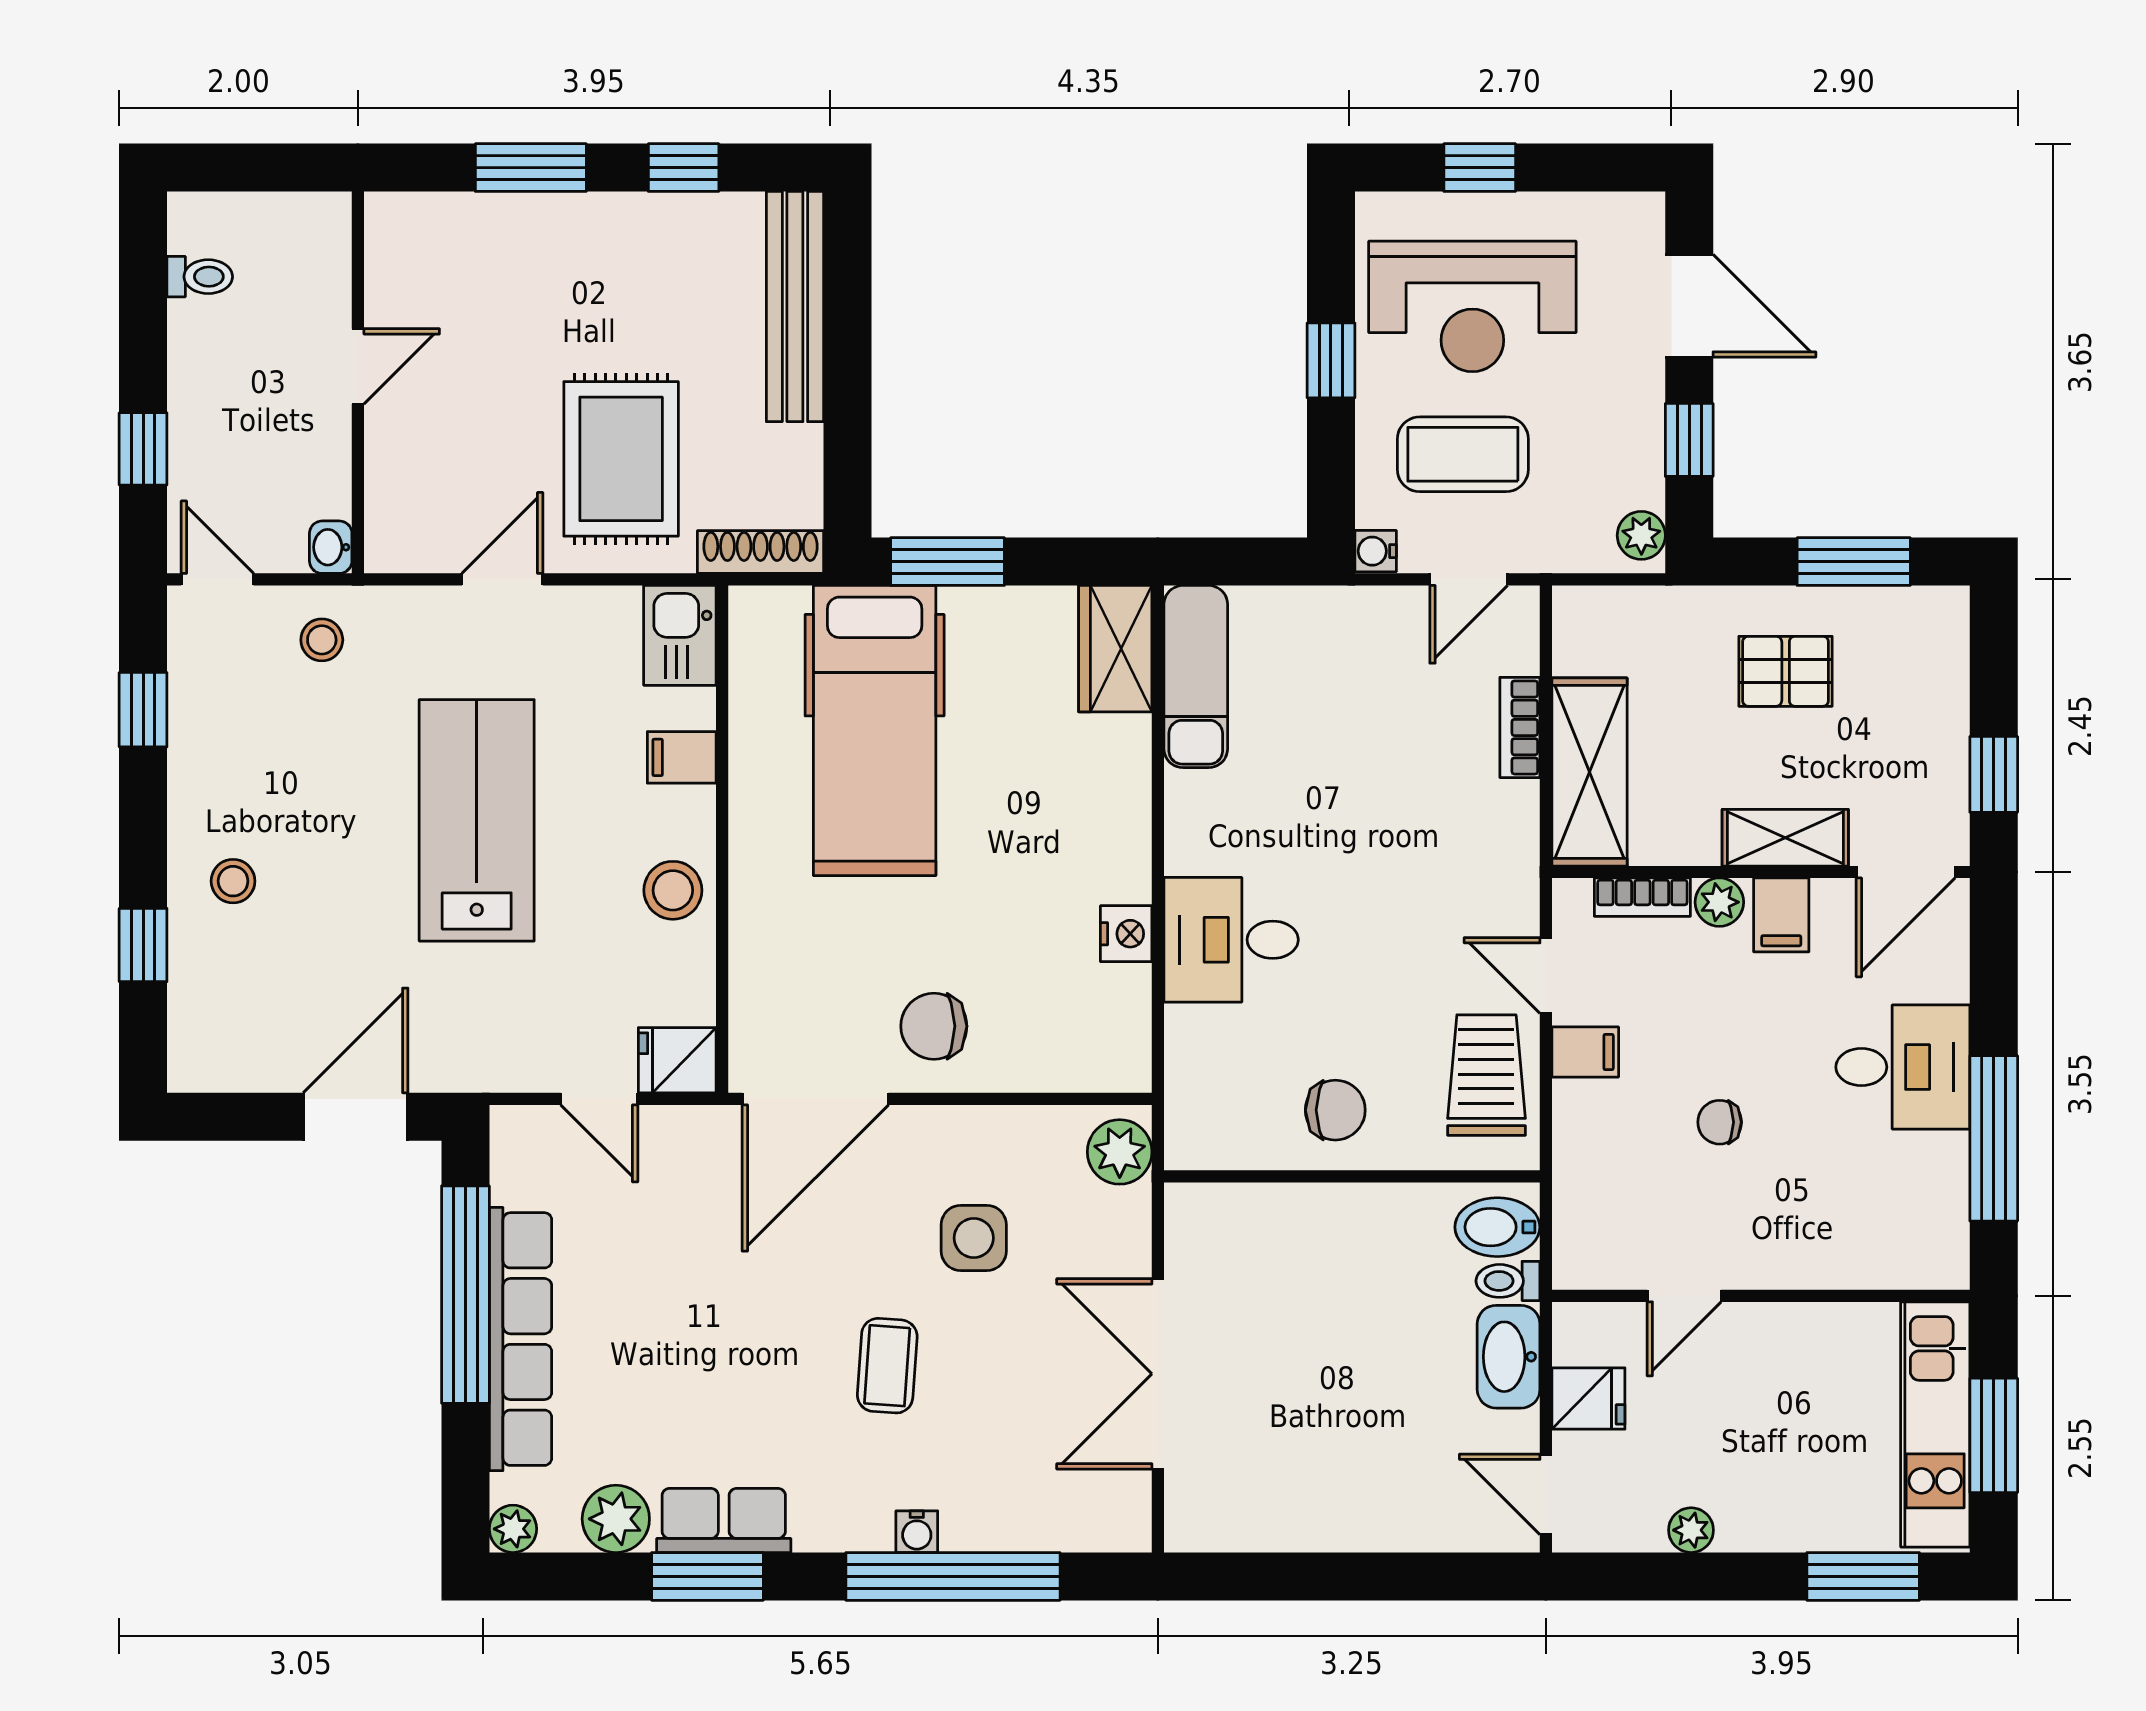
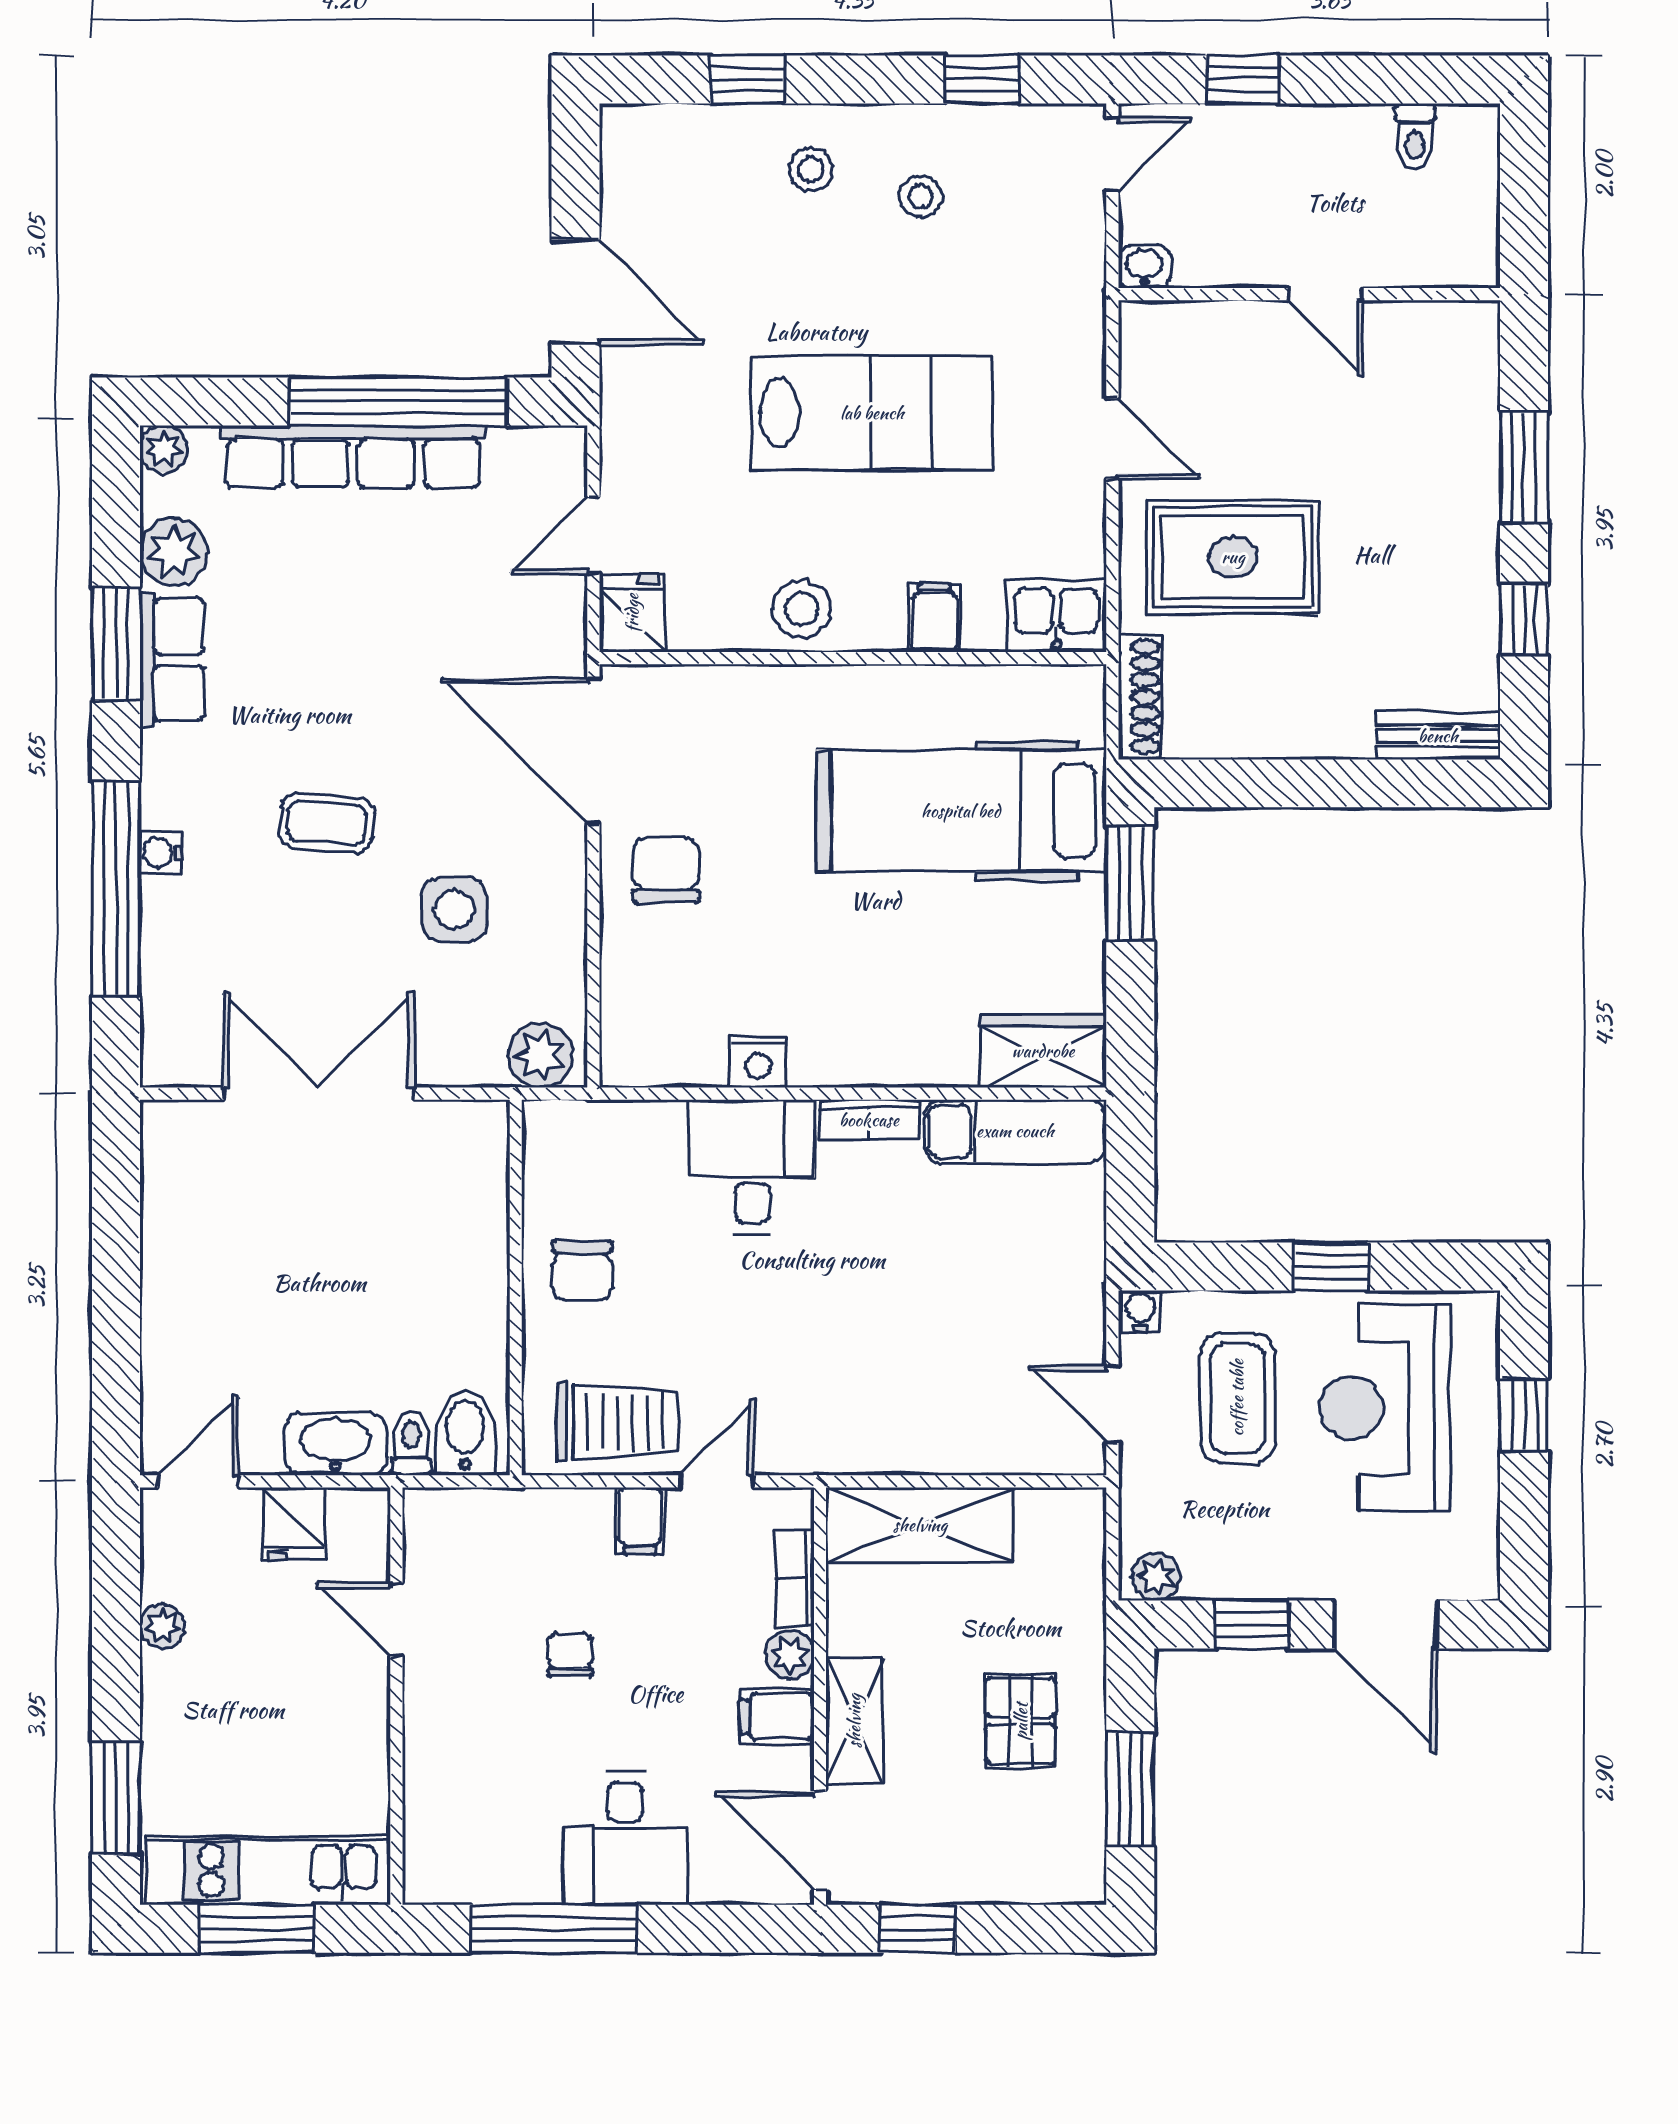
door: (1689, 306) -> (1386, 1625), hinge flipped
bench: (795, 307) -> (1438, 736), width x0.54, depth x0.82
stool: (322, 640) -> (921, 196), moved
bookcase: (1520, 727) -> (869, 1120), moved, turned 180

